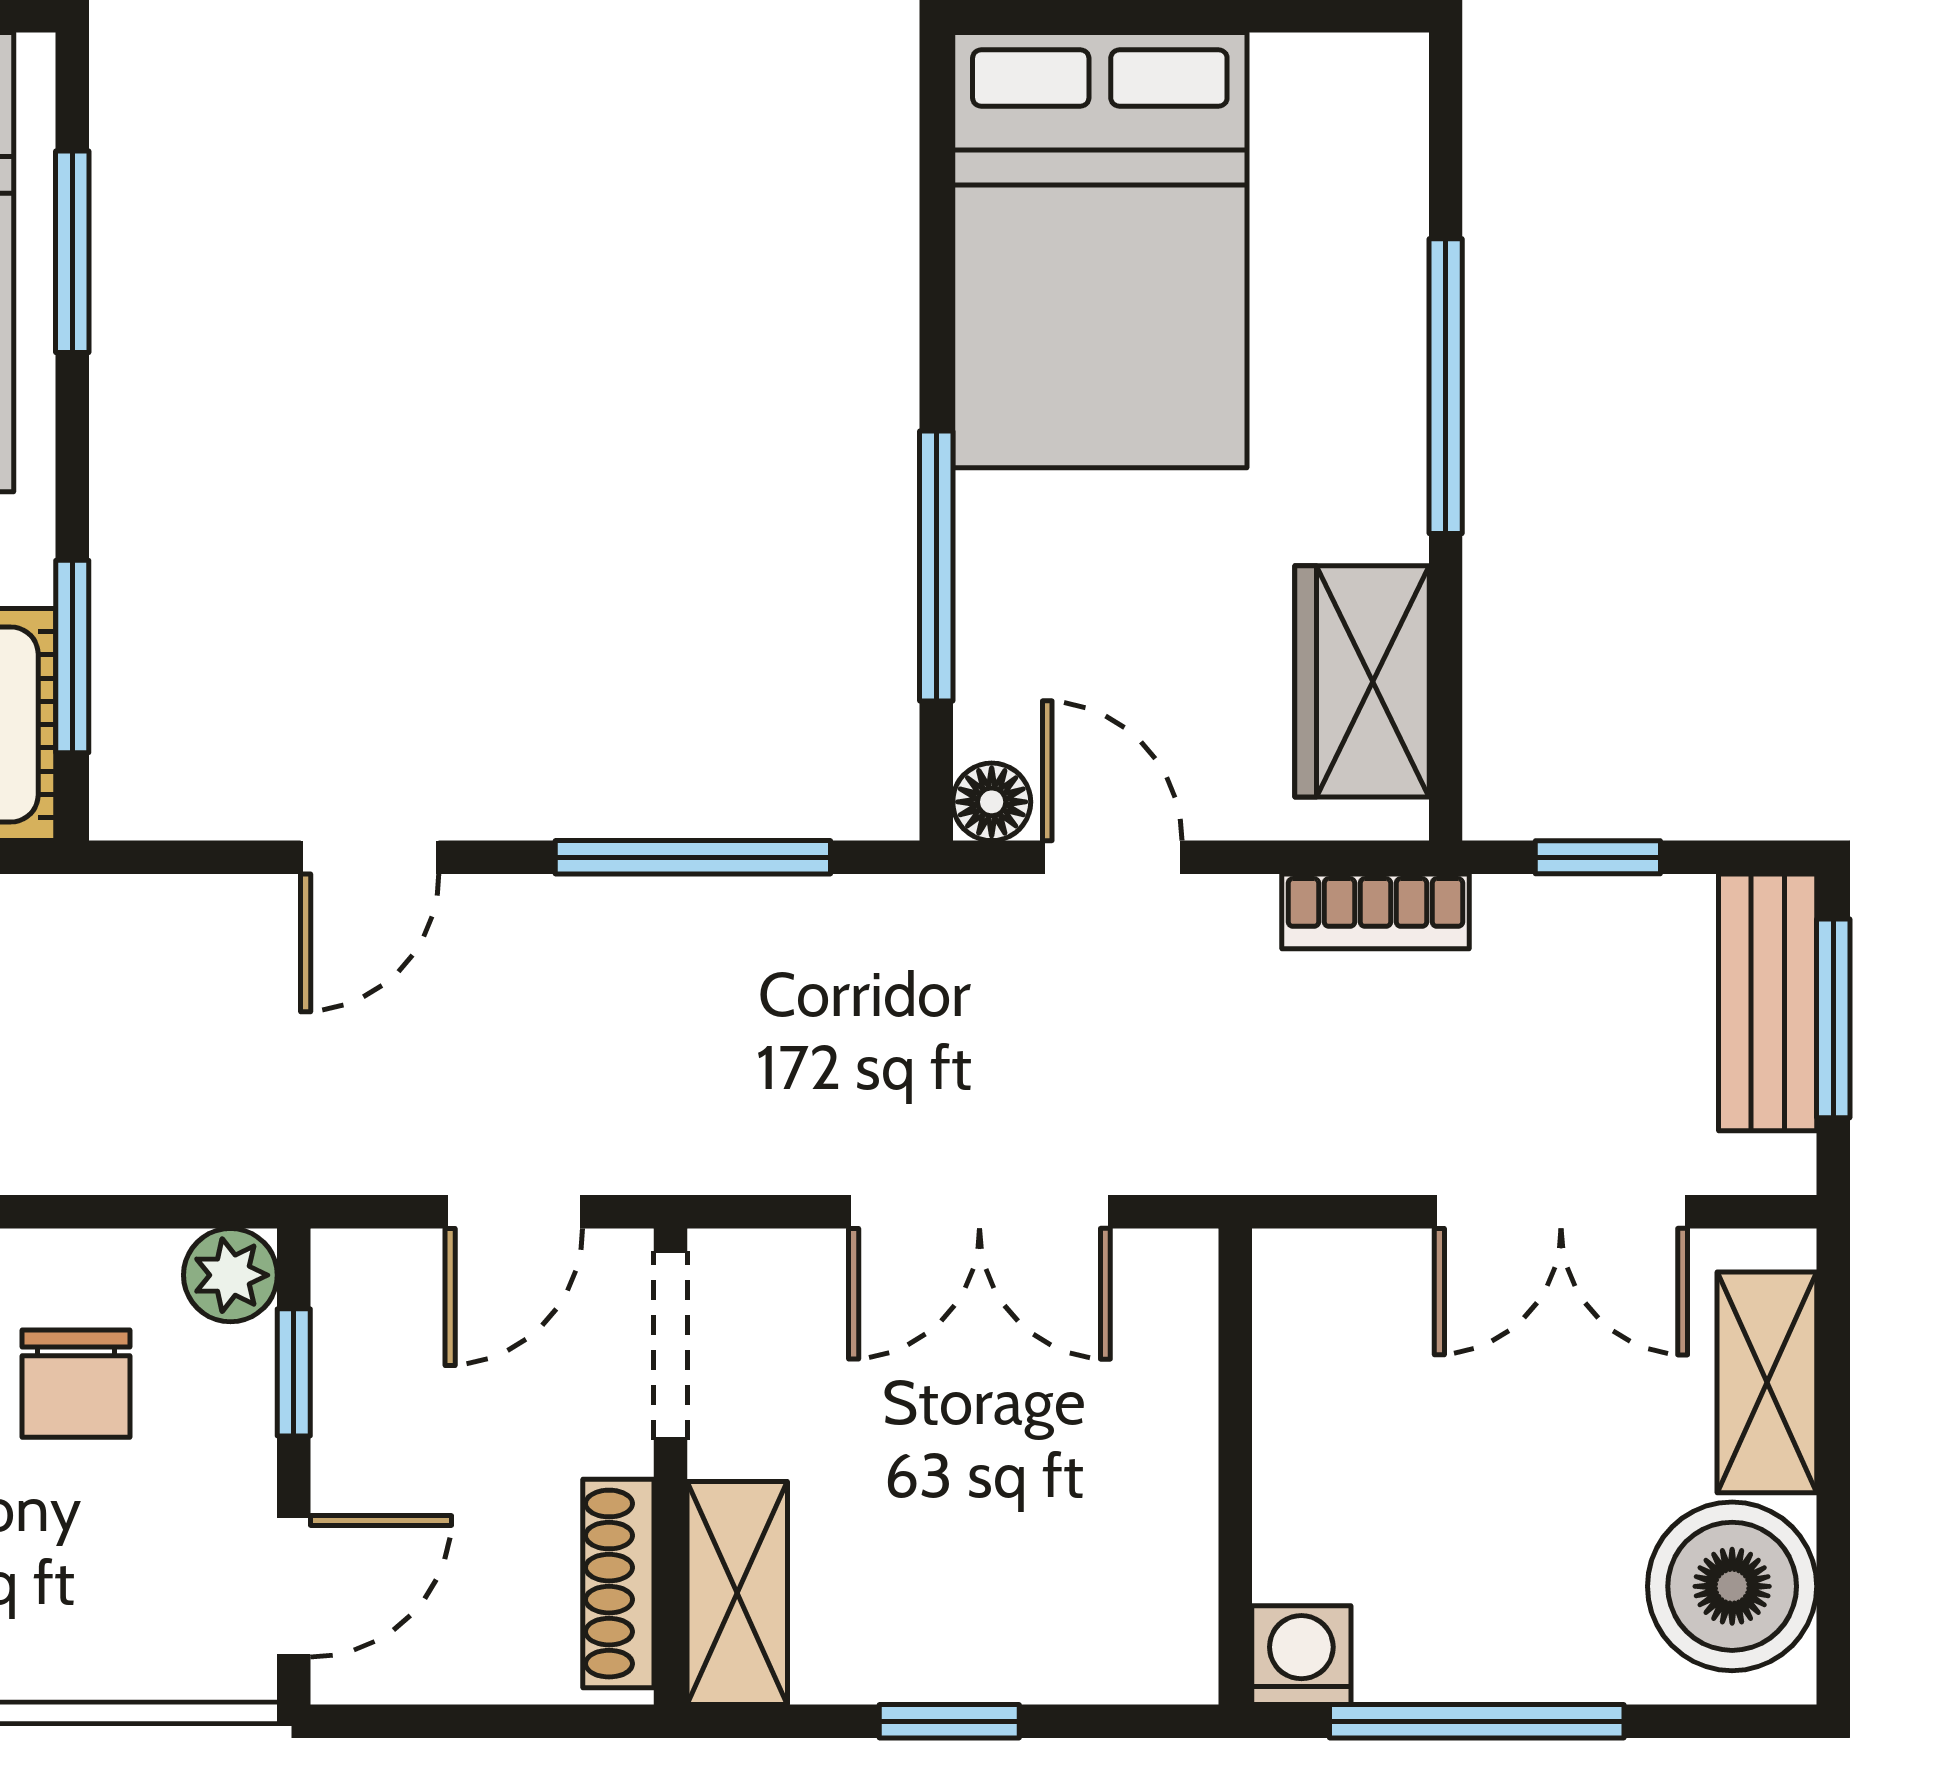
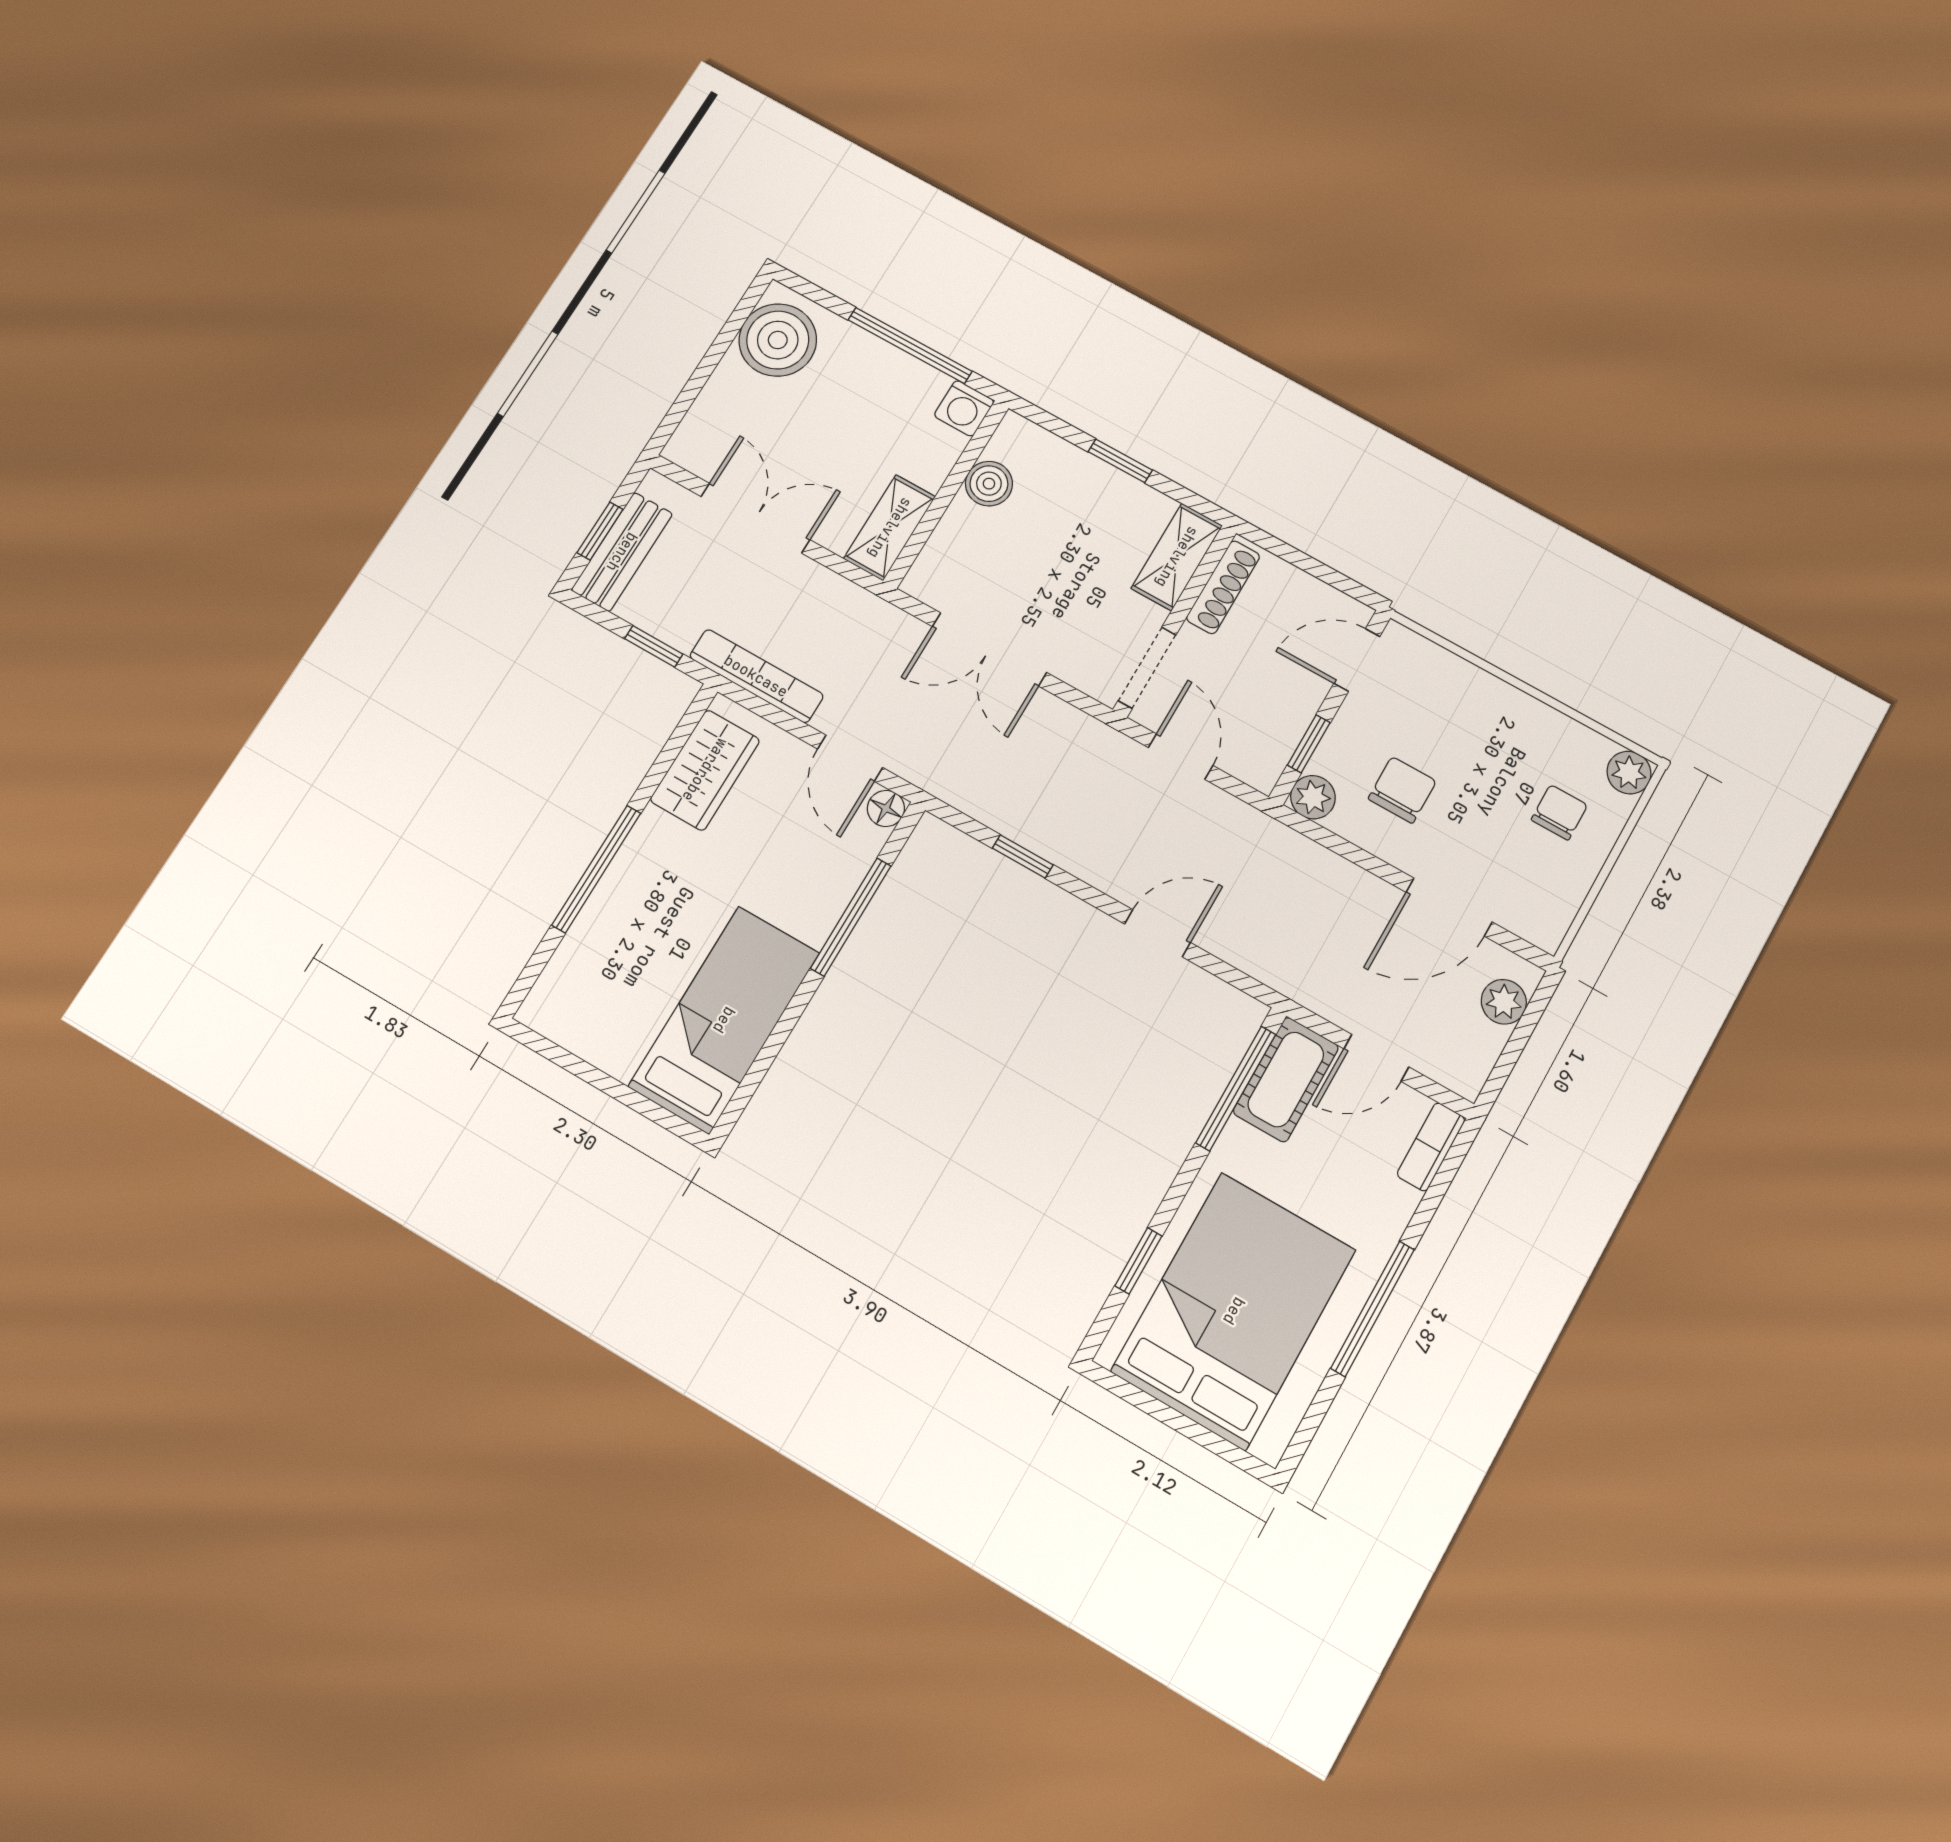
bed: (1100, 250) -> (724, 1020), width x0.67
window: (72, 252) -> (1138, 1261), width x0.67
window: (72, 656) -> (1236, 1088), width x1.44
window: (693, 857) -> (1023, 856), width x0.46
bookcase: (1375, 911) -> (756, 676), width x1.56
window: (1833, 1018) -> (600, 531), width x0.67
door: (514, 1212) -> (1181, 757), hinge flipped
double door: (979, 1212) -> (989, 649), swing flipped
shelving: (1767, 1382) -> (890, 528), moved
boiler: (1168, 1533) -> (989, 484), added

